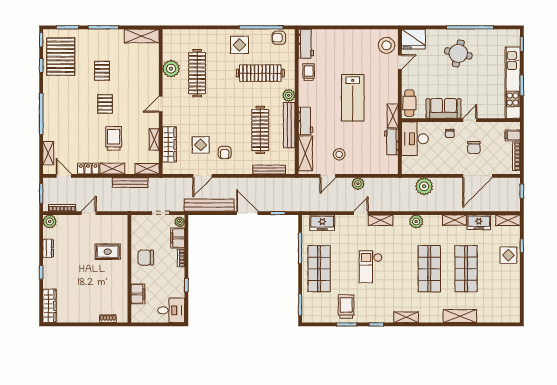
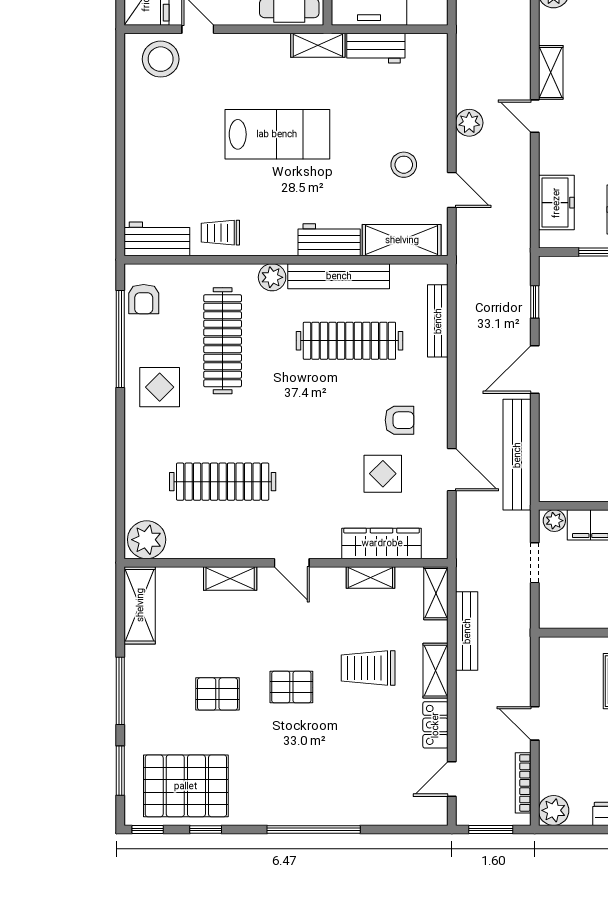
plant: (171, 69) -> (147, 540), moved
shelving: (48, 153) -> (230, 578), moved

